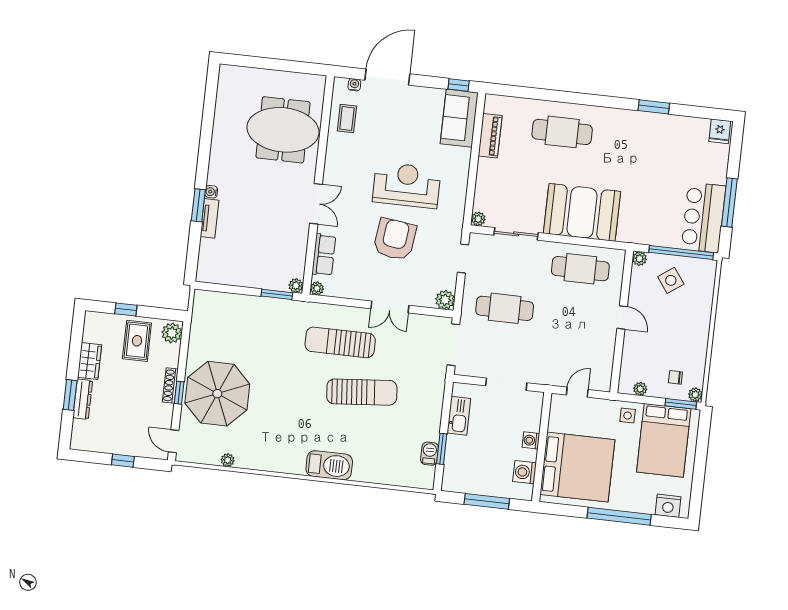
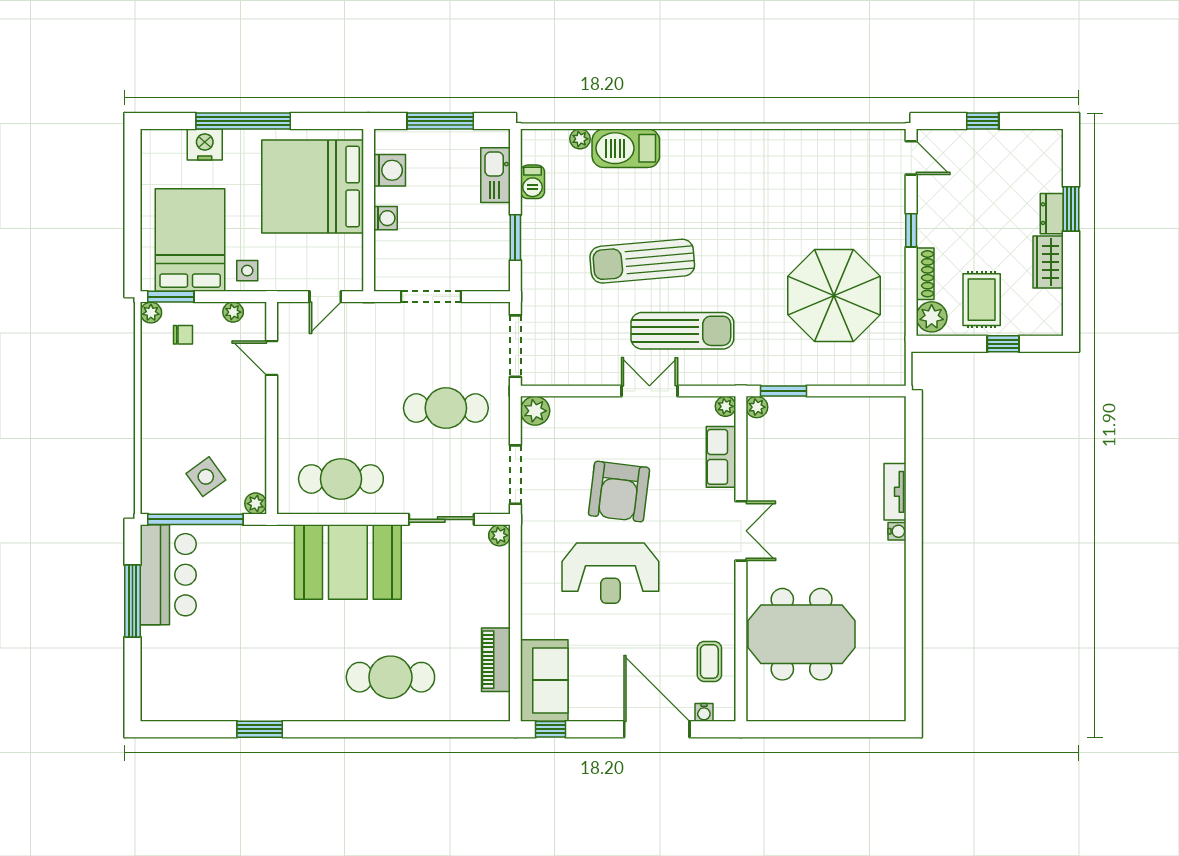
door: (387, 77) -> (657, 729), swing flipped
fridge: (720, 131) -> (158, 704), removed
double door: (316, 204) -> (741, 531), swing flipped
window: (198, 205) -> (914, 509), removed
doorway: (463, 259) -> (515, 475), width x1.38
double door: (390, 307) -> (649, 391), moved
door: (622, 317) -> (272, 358), moved
shoe rack: (170, 385) -> (925, 274), moved
parasol: (217, 394) -> (834, 295), moved
dresser: (83, 399) -> (1052, 214), width x0.70
kitchen sink: (459, 416) -> (496, 175), moved
window: (442, 449) -> (515, 237), moved
plant: (228, 460) -> (580, 139), moved
barbecue: (329, 465) -> (626, 148), moved
nightstand: (668, 506) -> (205, 145), moved

